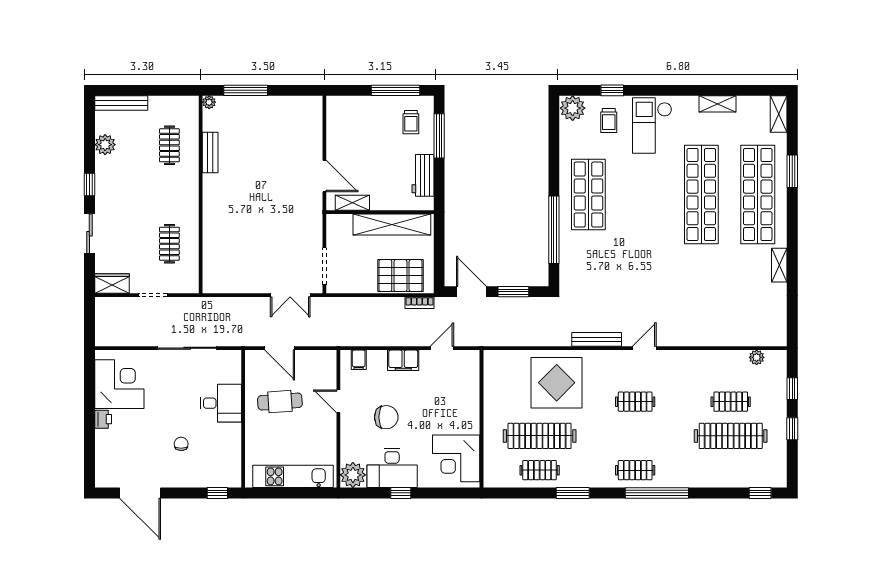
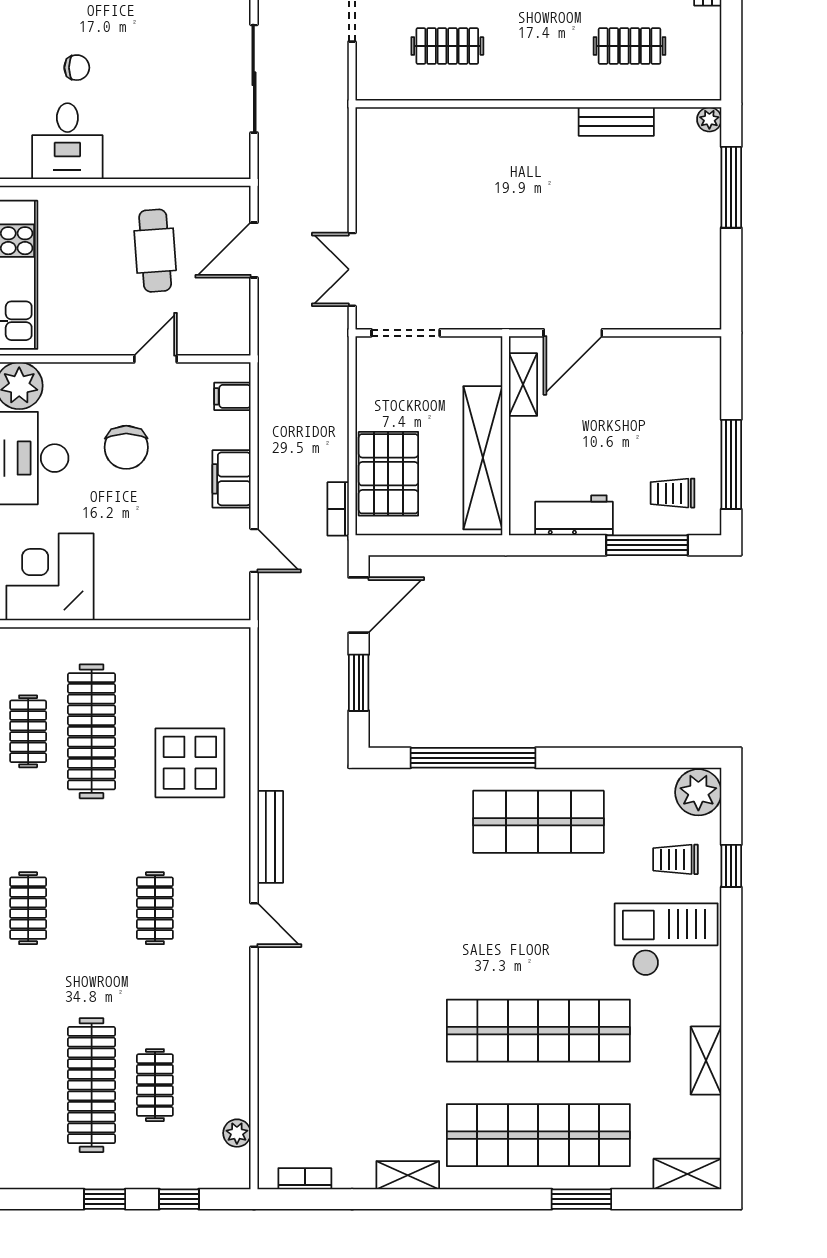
bookcase: (781, 321) -> (305, 1179), added
display table: (557, 383) -> (190, 763), width x0.73, depth x0.73
desk: (221, 403) -> (67, 141), moved

